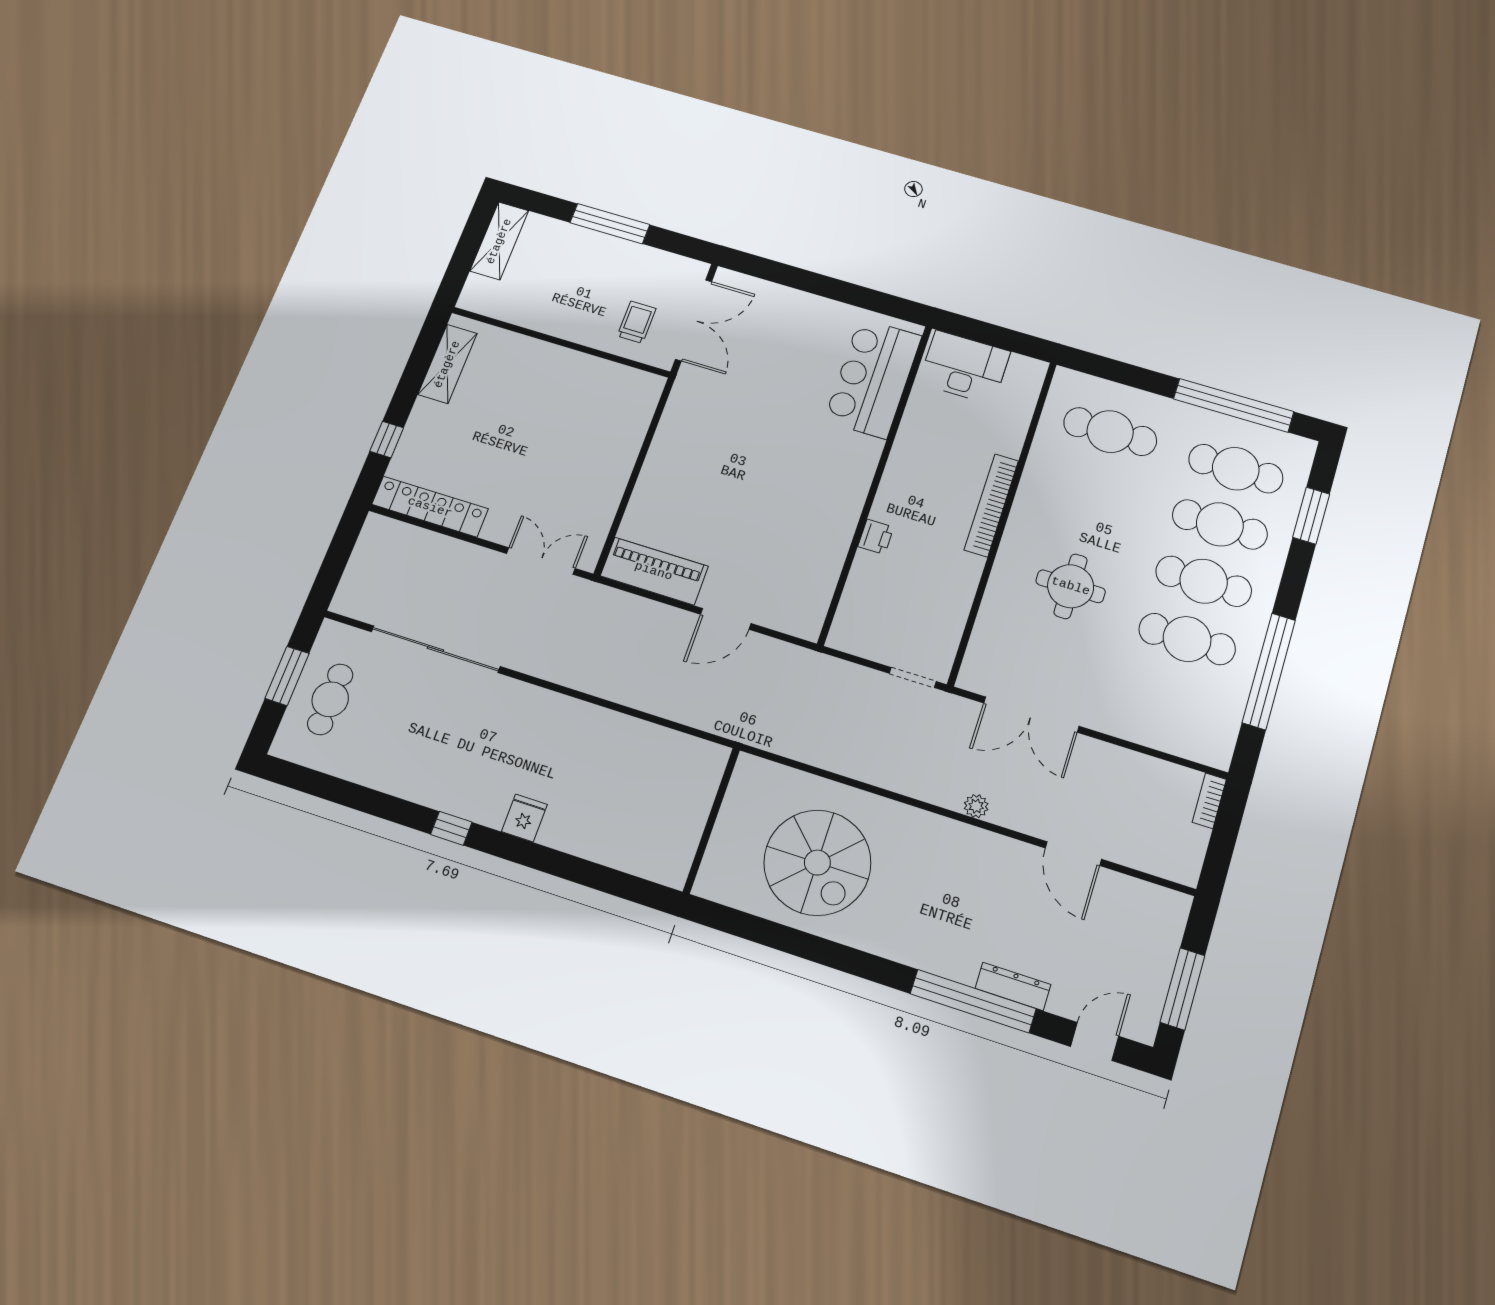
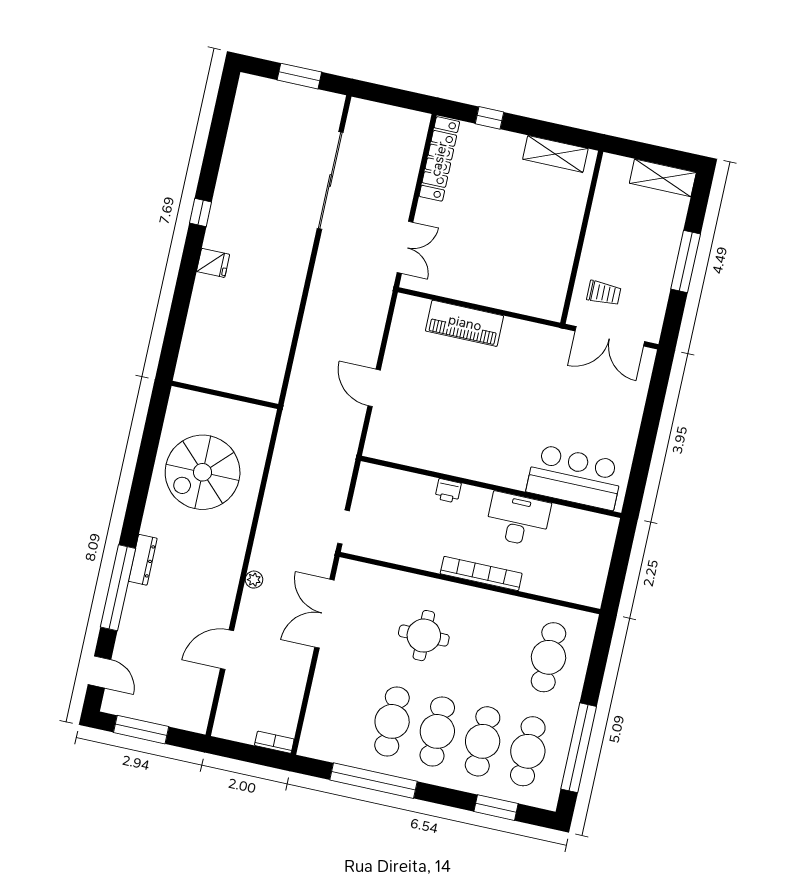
desk: (964, 367) -> (518, 519), moved, turned -90
piano: (654, 571) -> (465, 323), moved, turned 90
cafe table: (330, 699) -> (285, 110), removed
dresser: (1013, 986) -> (143, 560), moved

